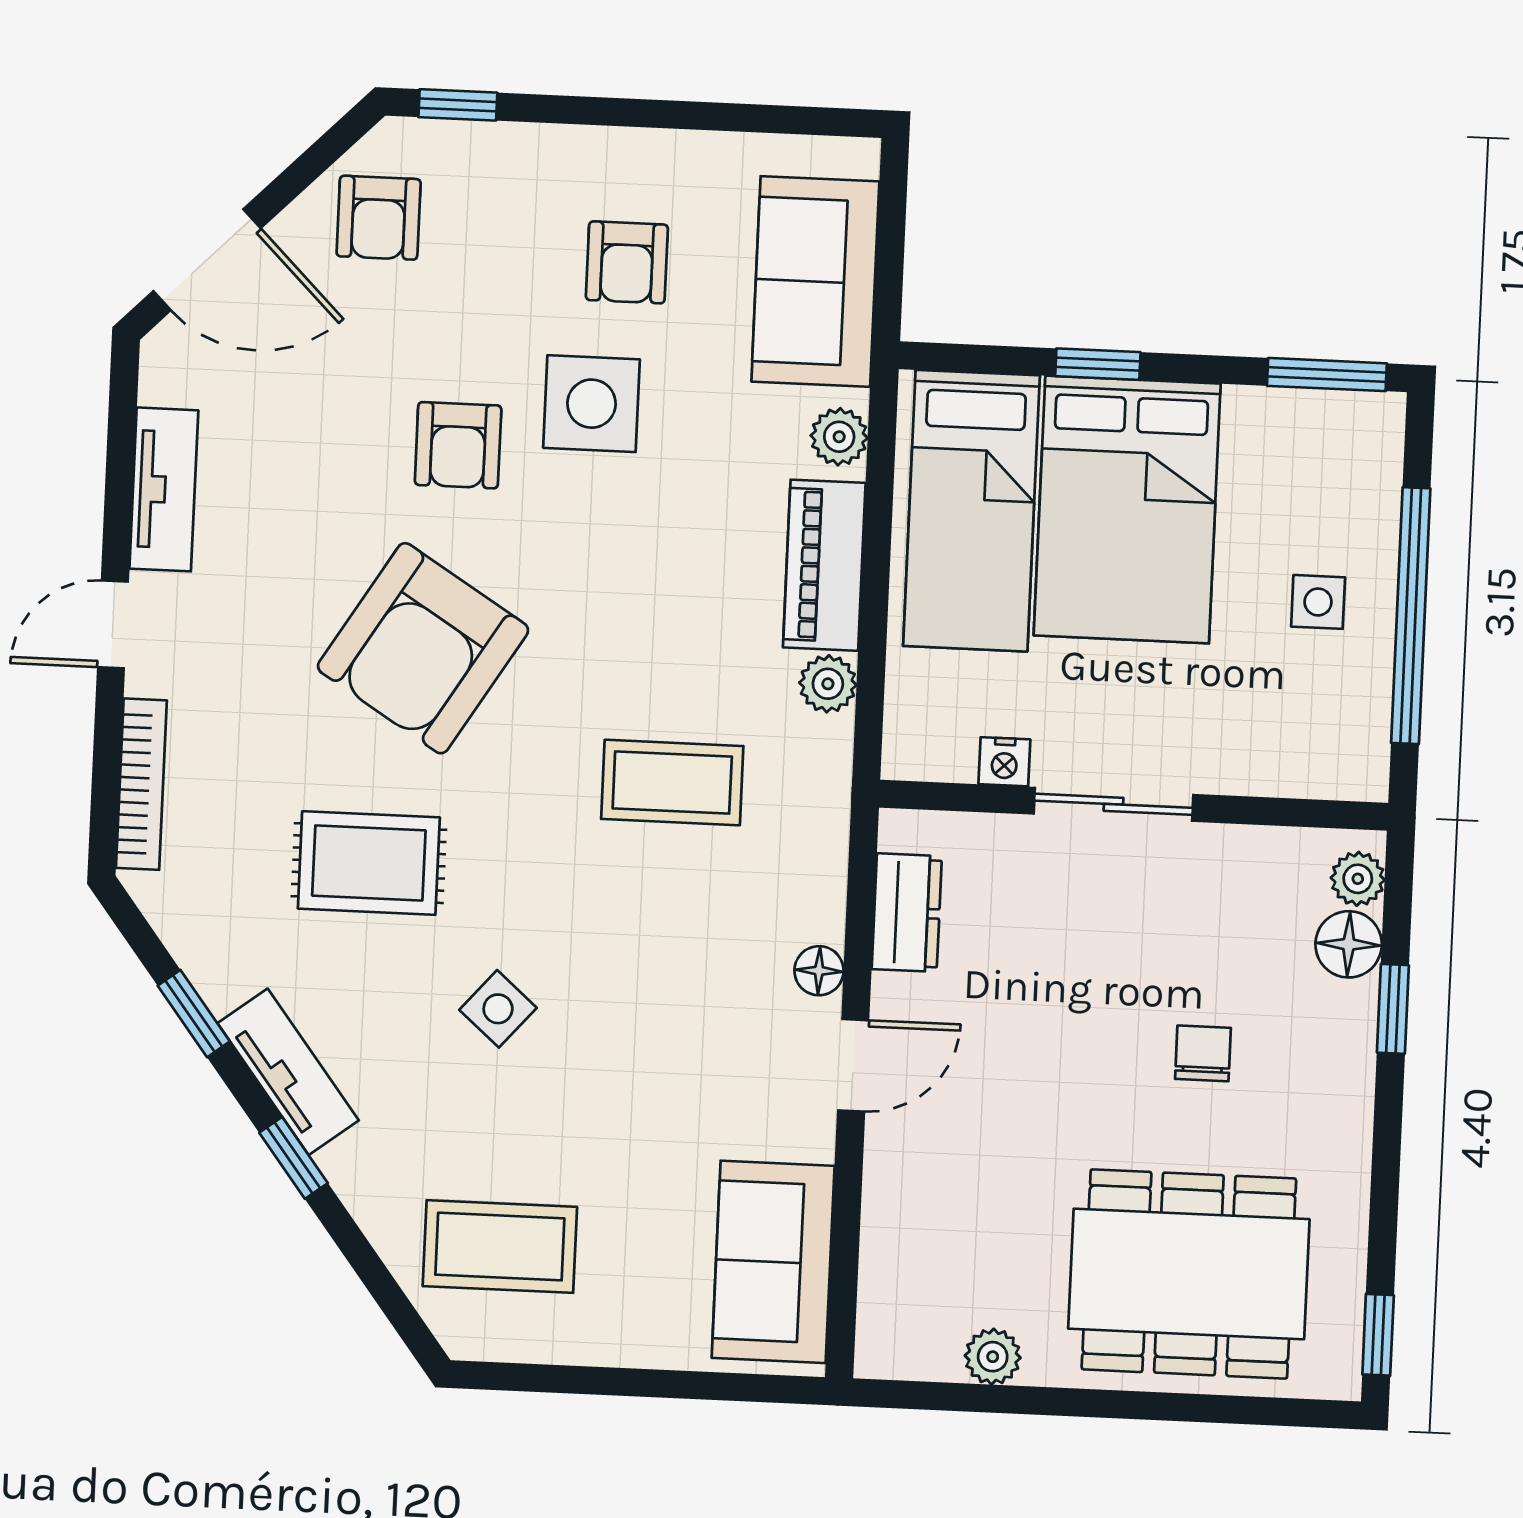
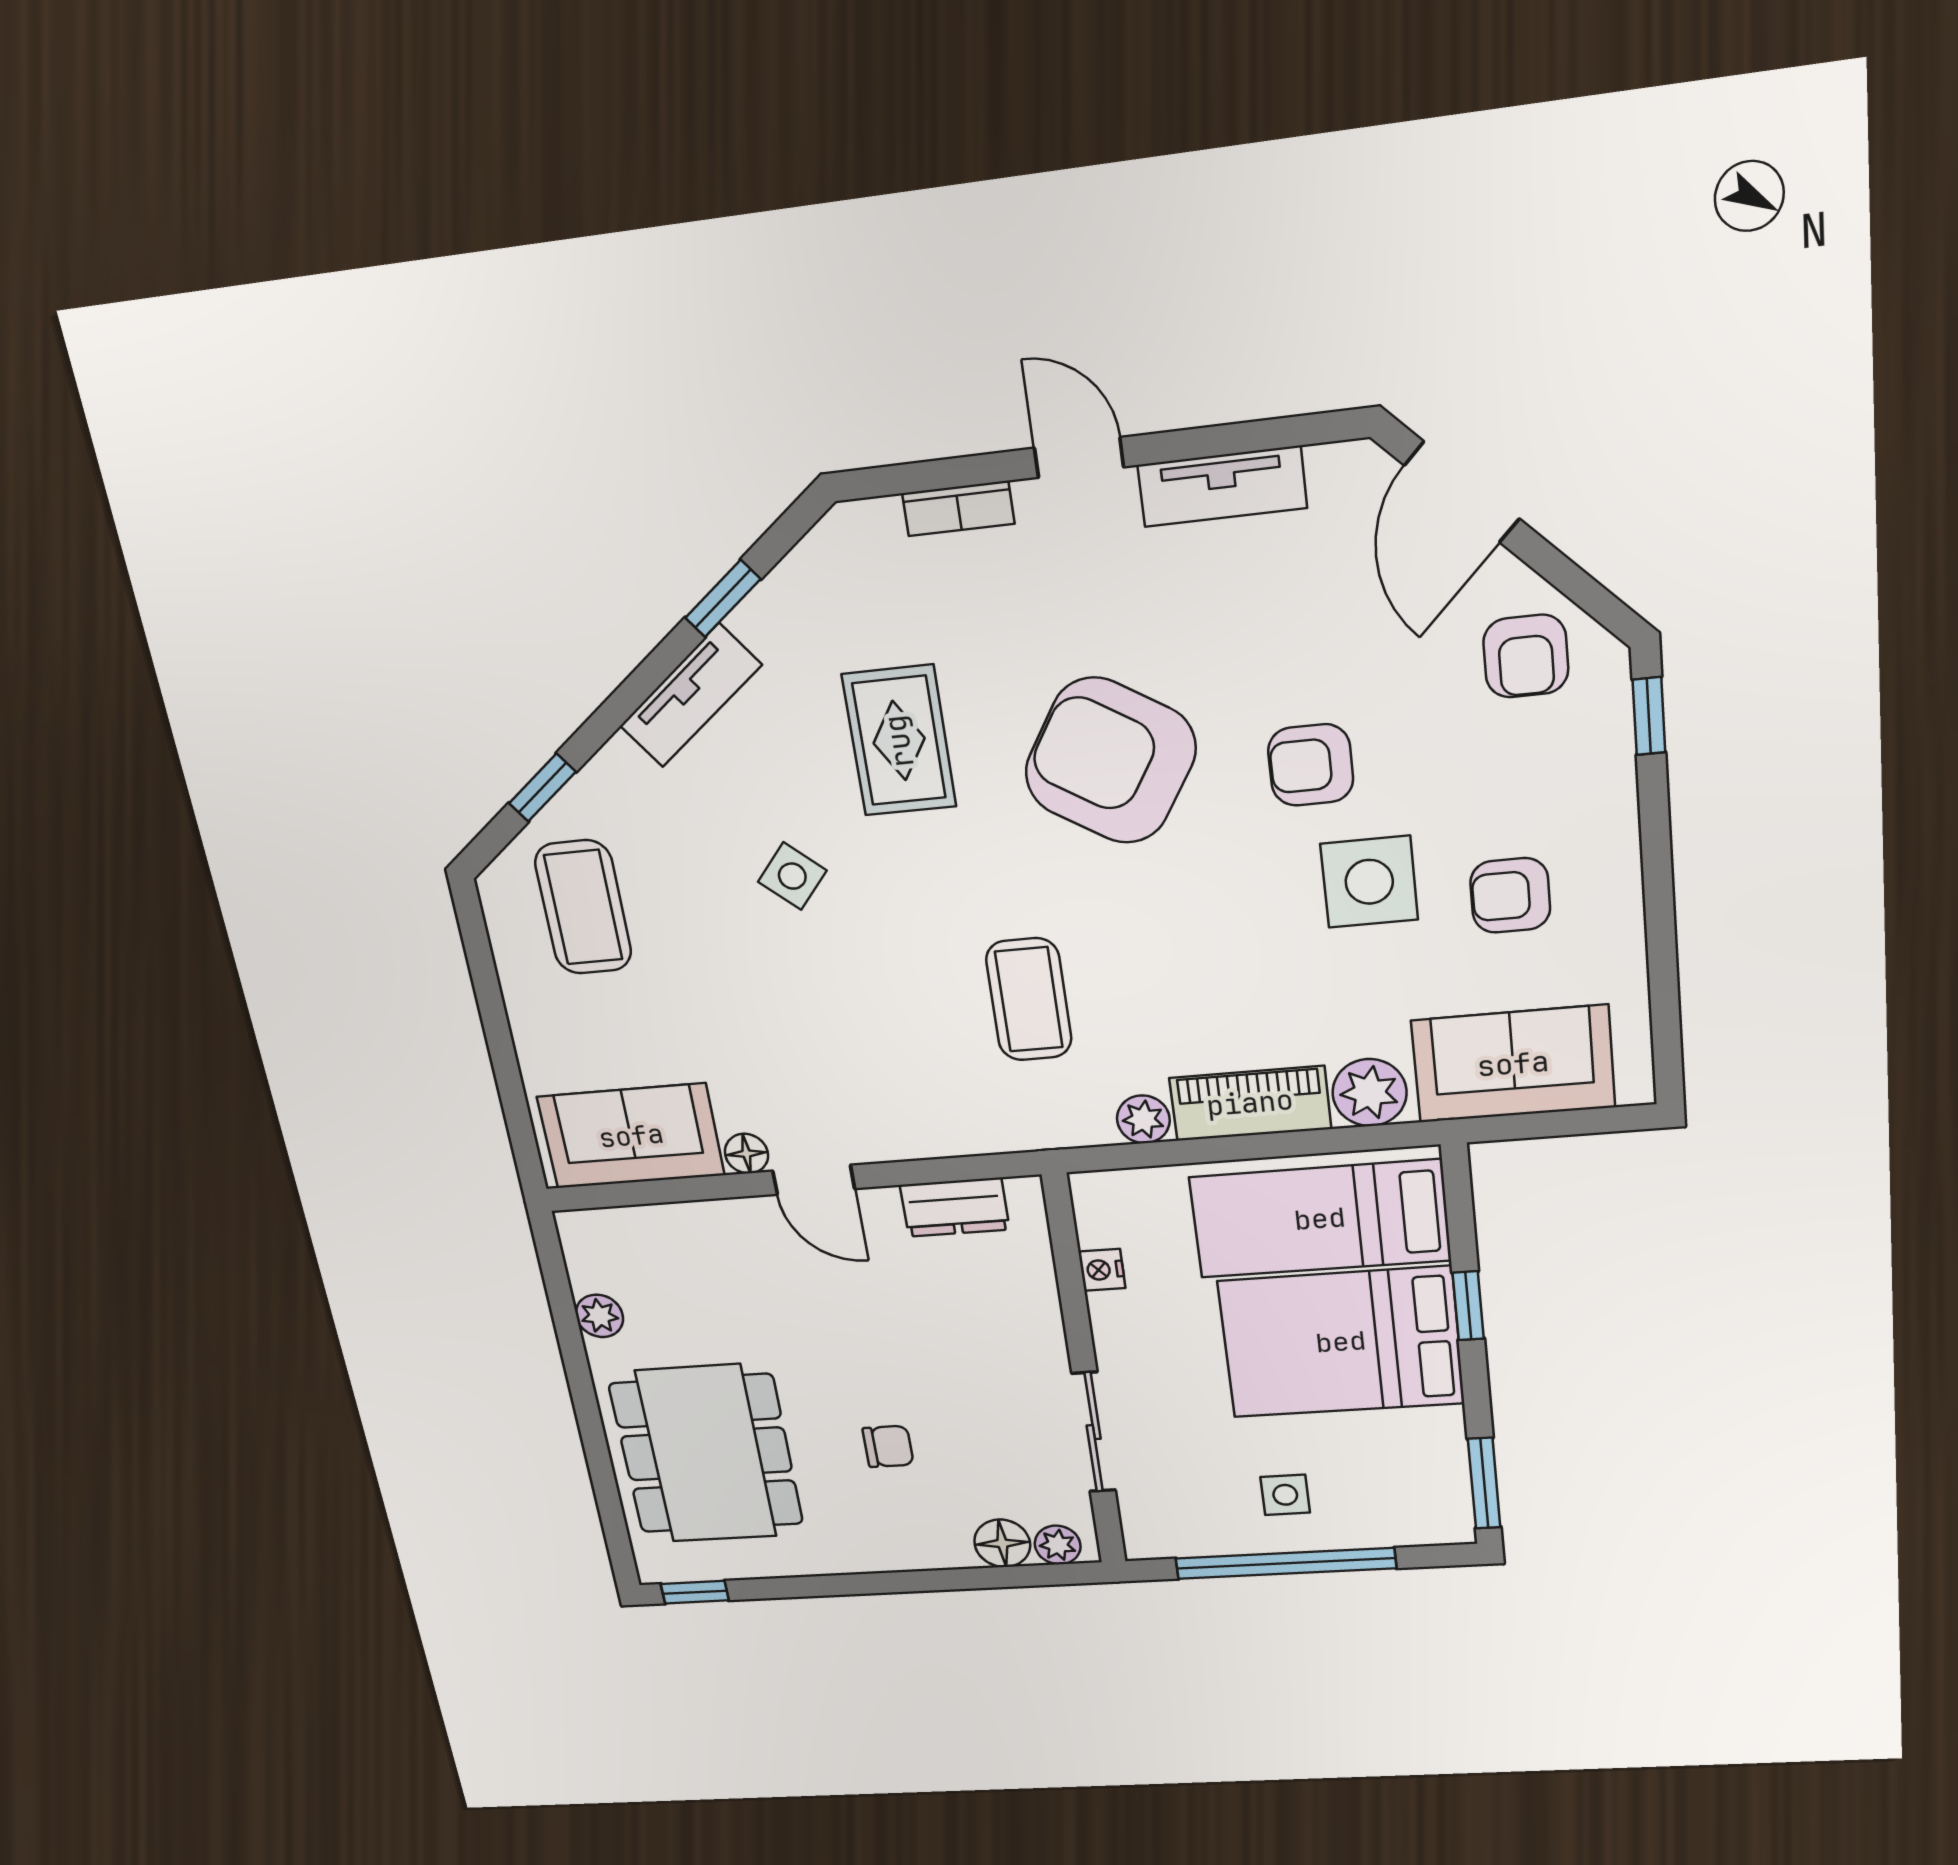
armchair: (379, 218) -> (1526, 656), turned -90
plant: (839, 437) -> (1370, 1093), width x1.38, depth x1.38
bookcase: (141, 784) -> (958, 508), width x0.64
sliding door: (1114, 804) -> (1094, 1432), moved
floor lamp: (819, 971) -> (746, 1154), moved
window: (1393, 1009) -> (957, 1579), removed
window: (294, 1158) -> (542, 788), moved

